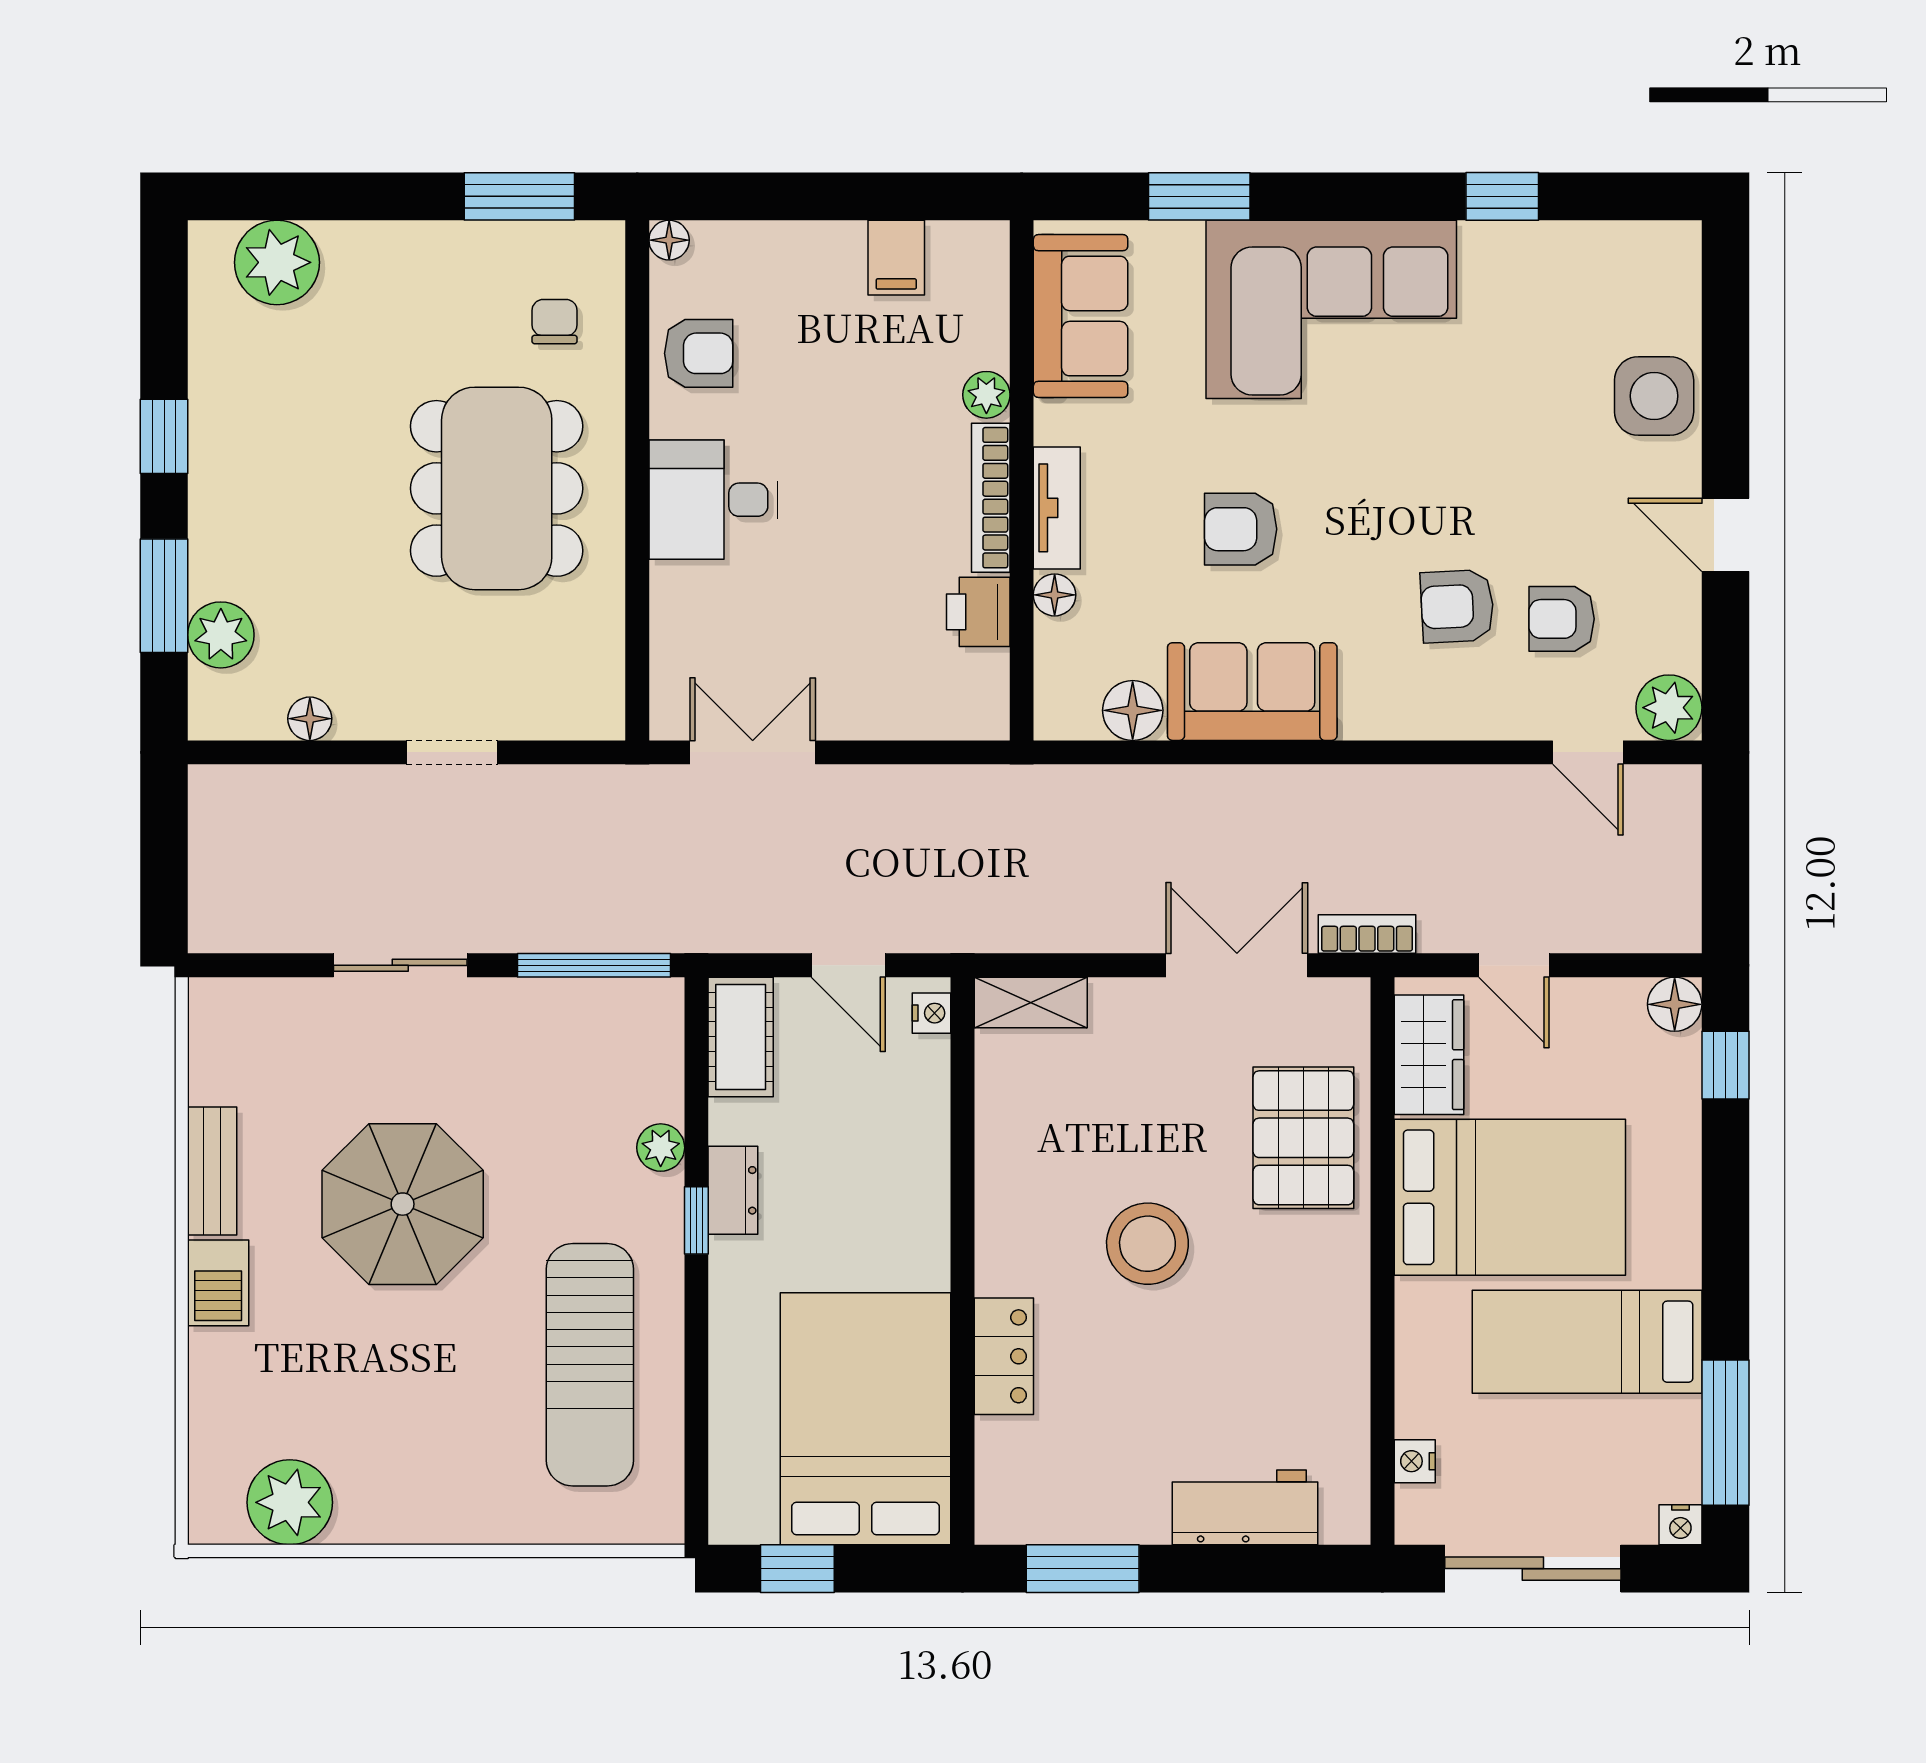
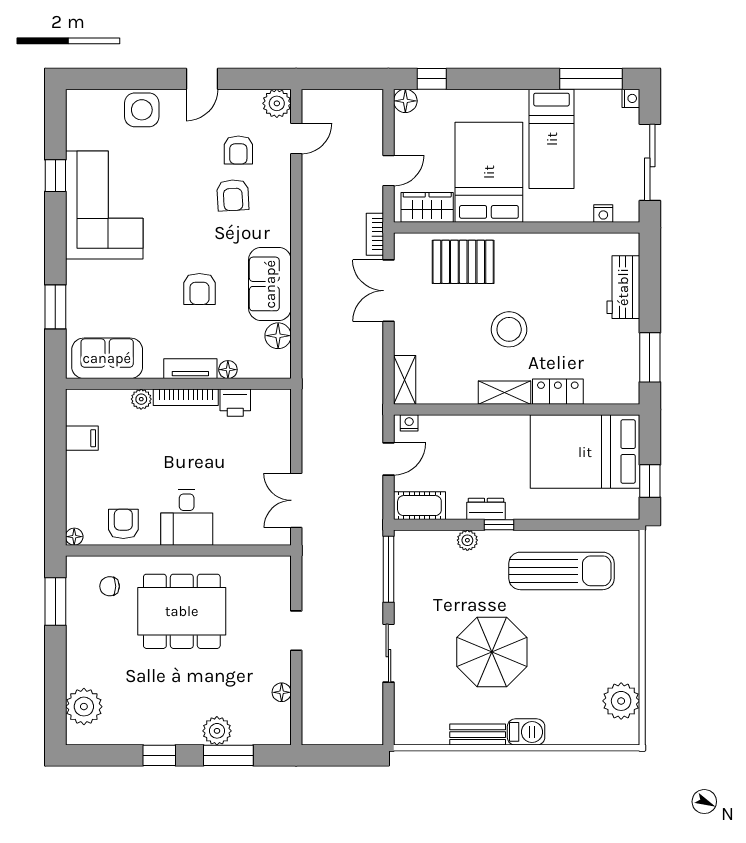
corner sofa: (1331, 309) -> (104, 205), moved
plant: (221, 635) -> (217, 731), moved
shelving: (1001, 1233) -> (504, 393), added

